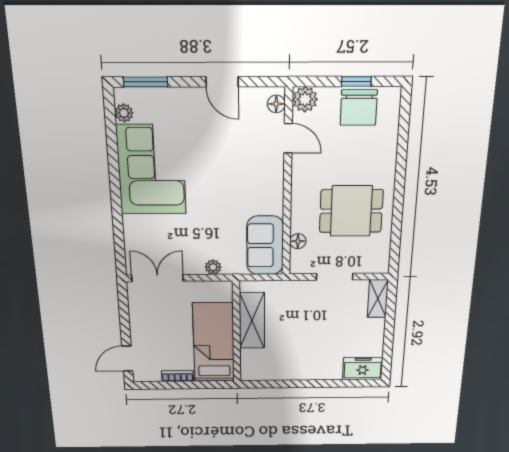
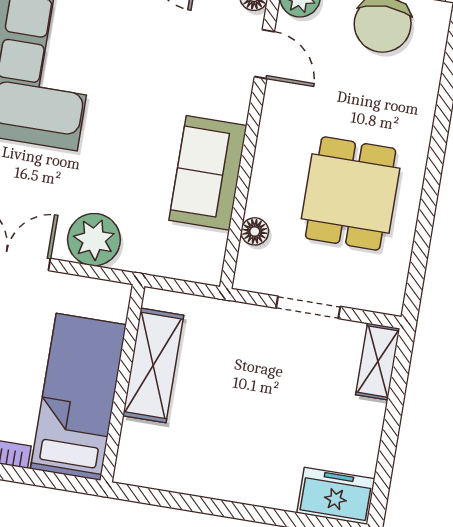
dining table: (351, 211) -> (351, 193), turned 90
sofa: (265, 245) -> (208, 173), moved
plant: (213, 267) -> (94, 240), width x1.87, depth x1.87

